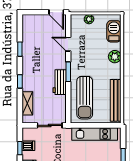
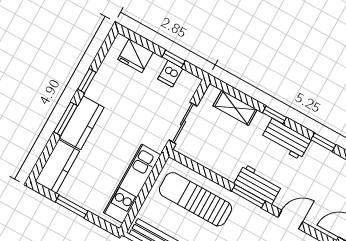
workbench: (29, 69) -> (286, 139), added
workbench: (60, 82) -> (258, 184), moved

